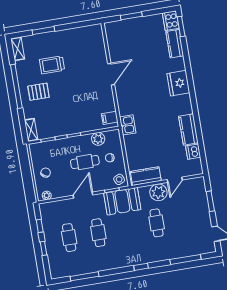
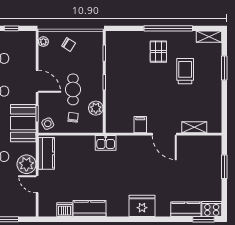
filing cabinet: (110, 118) -> (140, 125), moved
shelving: (31, 130) -> (194, 127), moved

